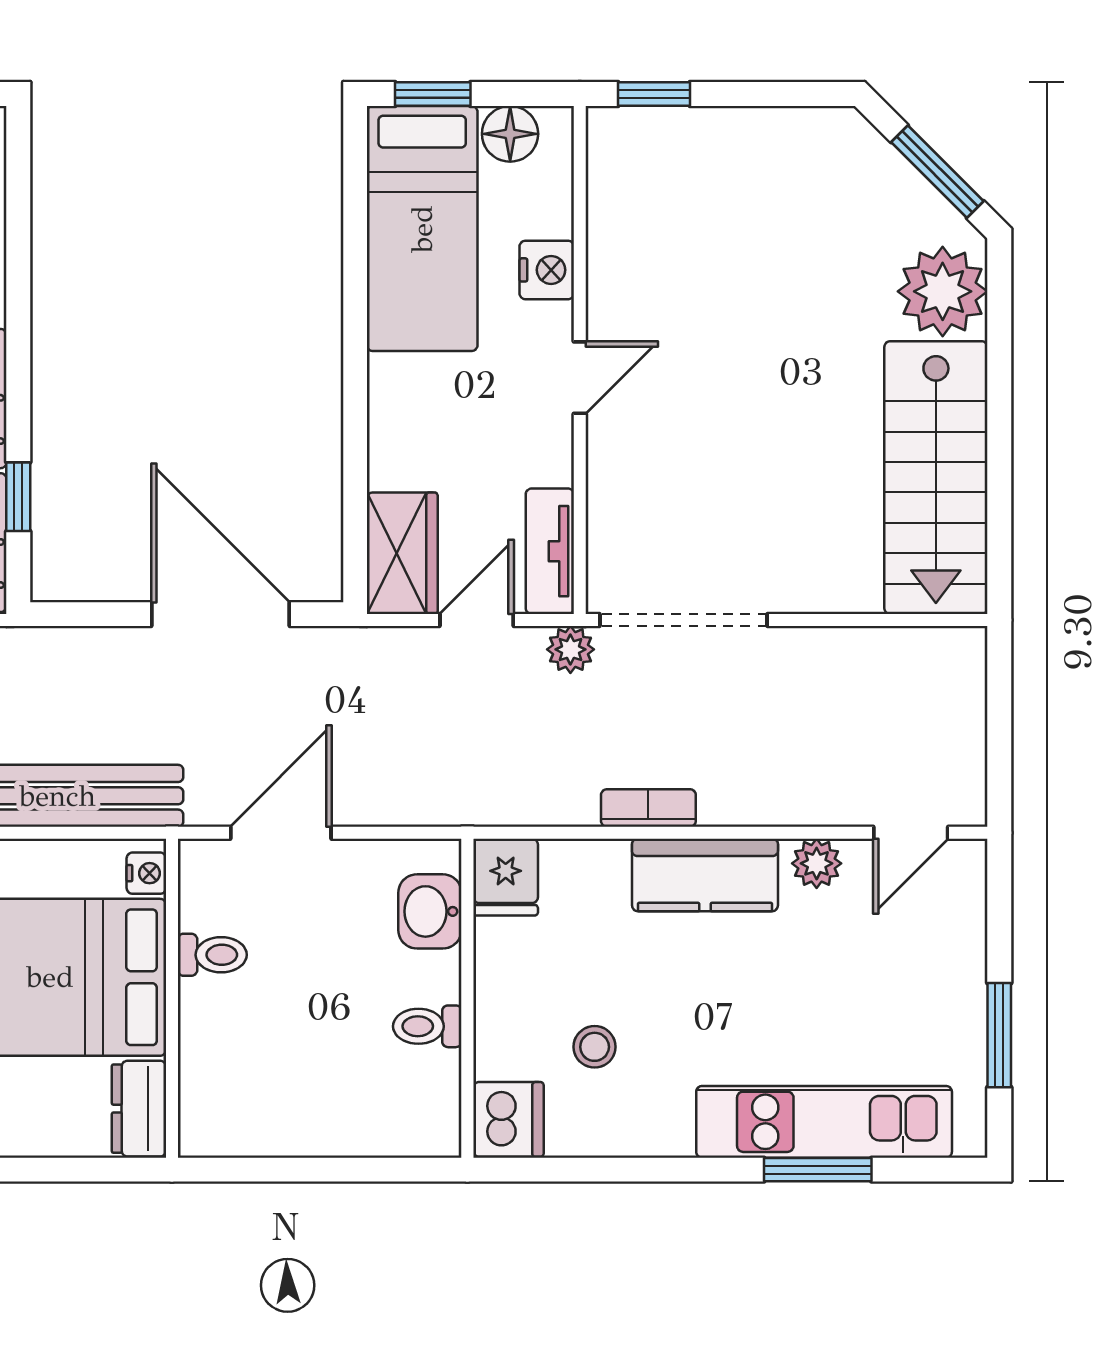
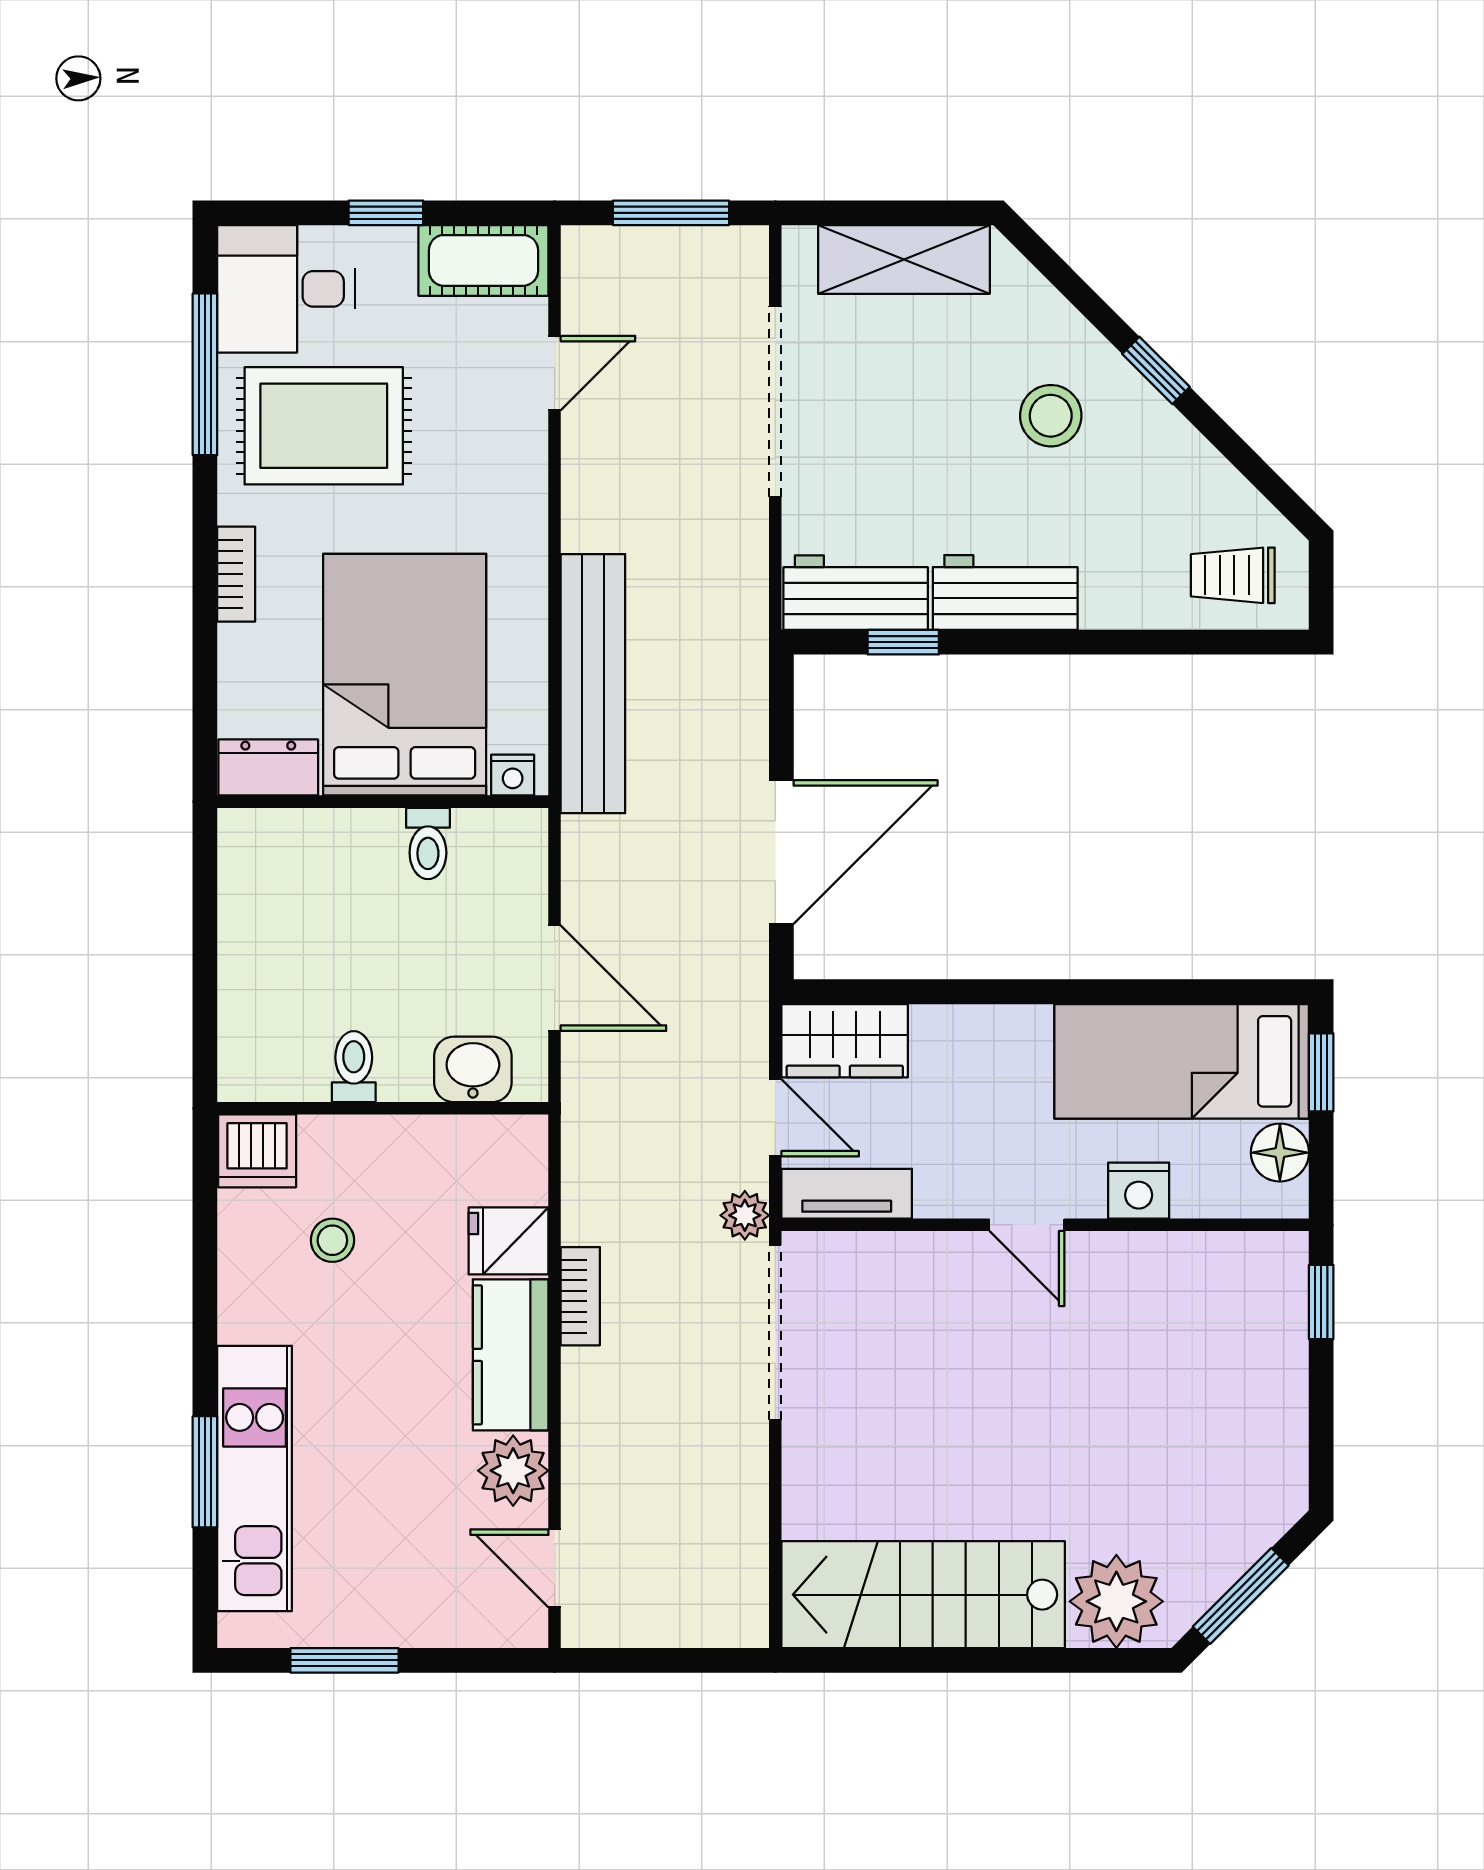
door: (281, 833) -> (555, 978), moved
plant: (817, 863) -> (513, 1471), width x1.38, depth x1.38
fridge: (506, 877) -> (509, 1241), moved

